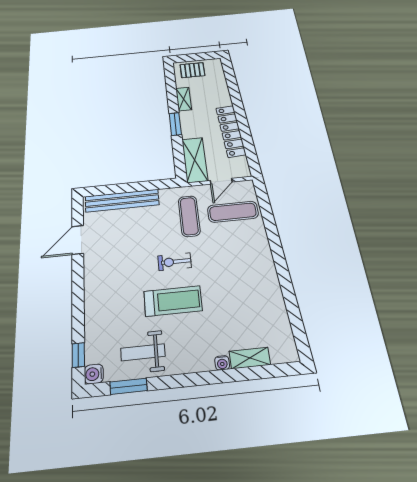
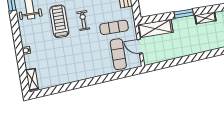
locker: (231, 131) -> (179, 51), removed
treadmill: (173, 301) -> (59, 21), turned 180
shelving: (250, 358) -> (32, 79), moved

